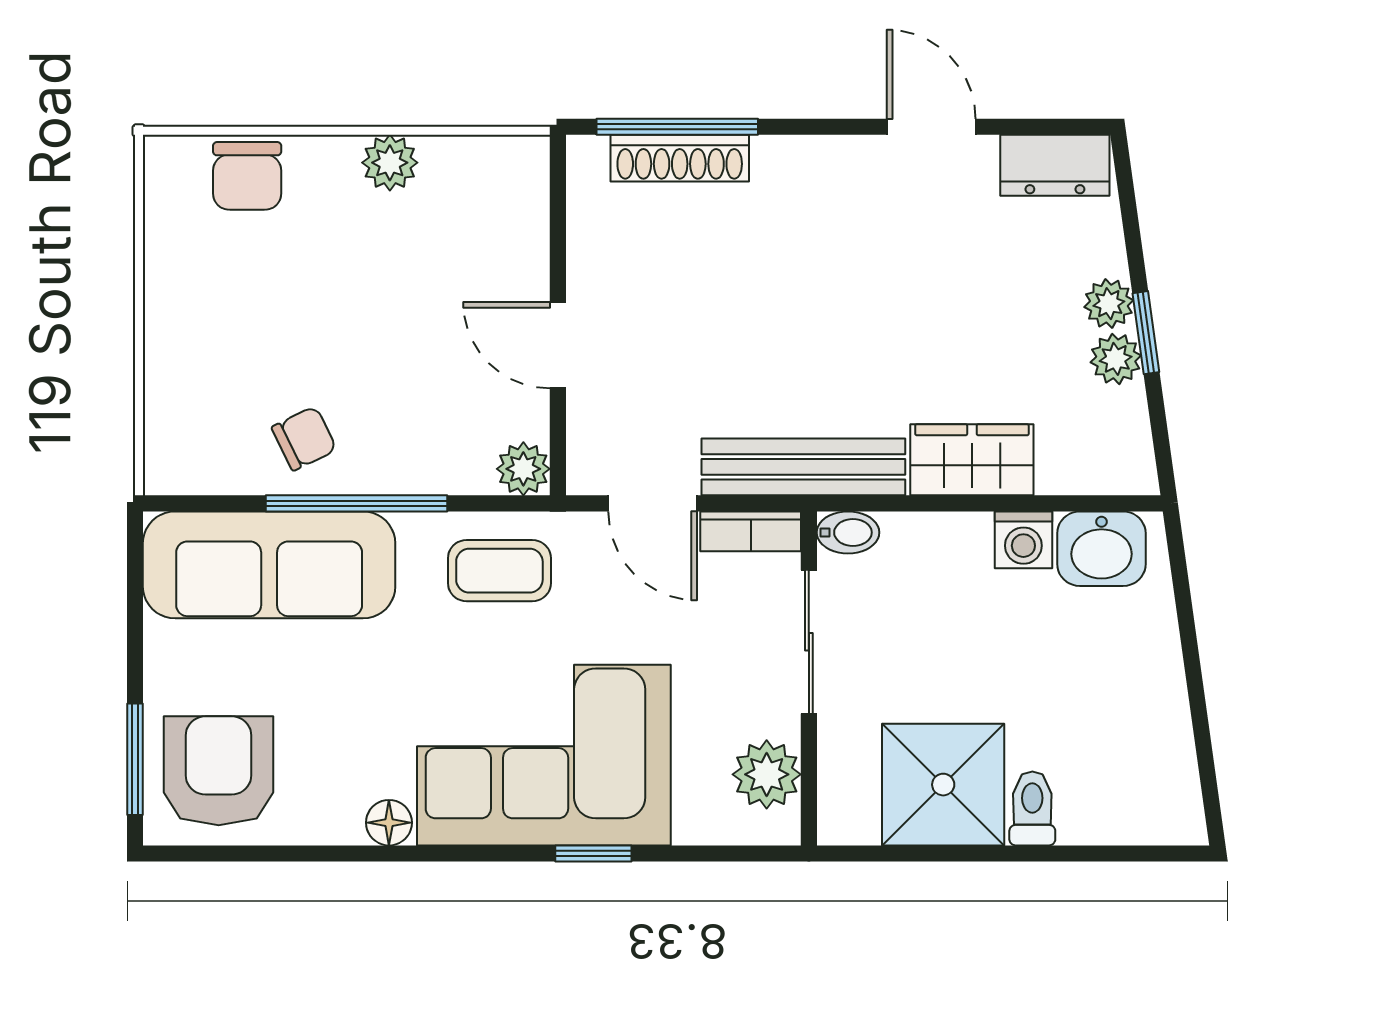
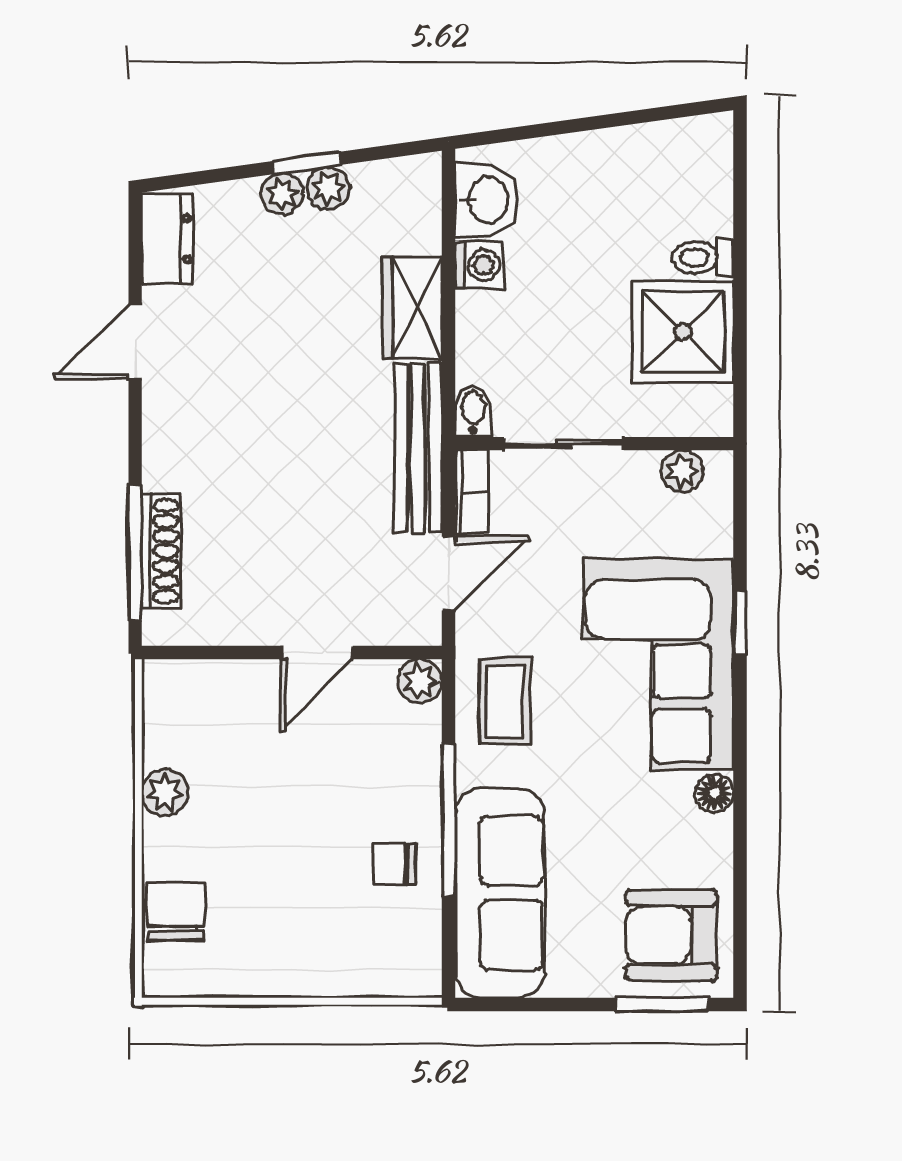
chair: (247, 176) -> (176, 911), turned -90
chair: (304, 438) -> (395, 864), turned -64
plant: (767, 774) -> (682, 471), width x0.73, depth x0.73

